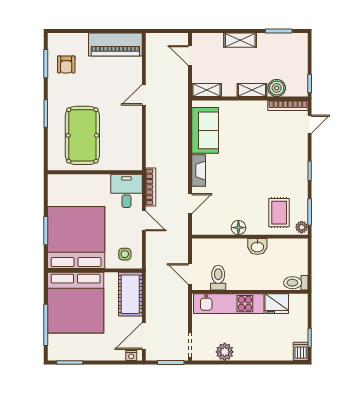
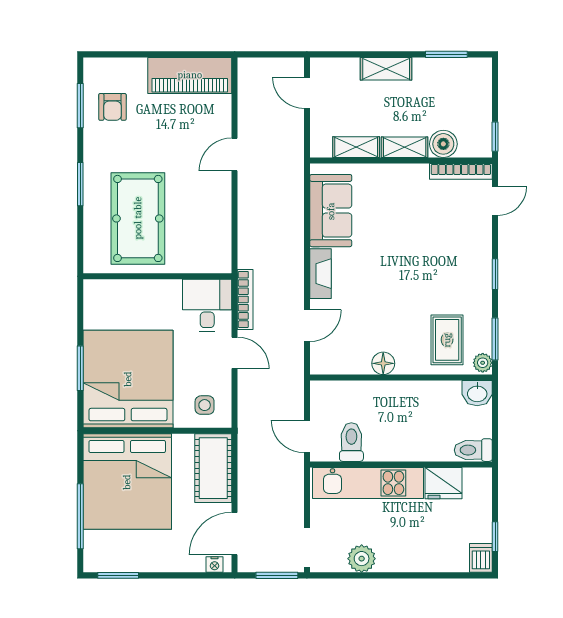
shelving: (207, 90) -> (356, 147), moved
washbasin: (257, 247) -> (477, 393), moved

